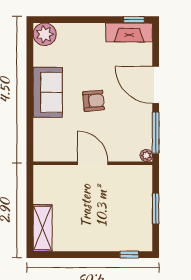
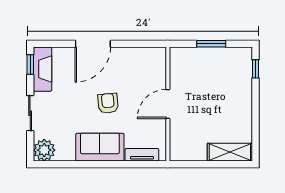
sliding door: (83, 20) -> (30, 113), added
window: (156, 133) -> (139, 44), removed
tv unit: (40, 136) -> (142, 155), added
plant: (146, 155) -> (160, 53), removed

